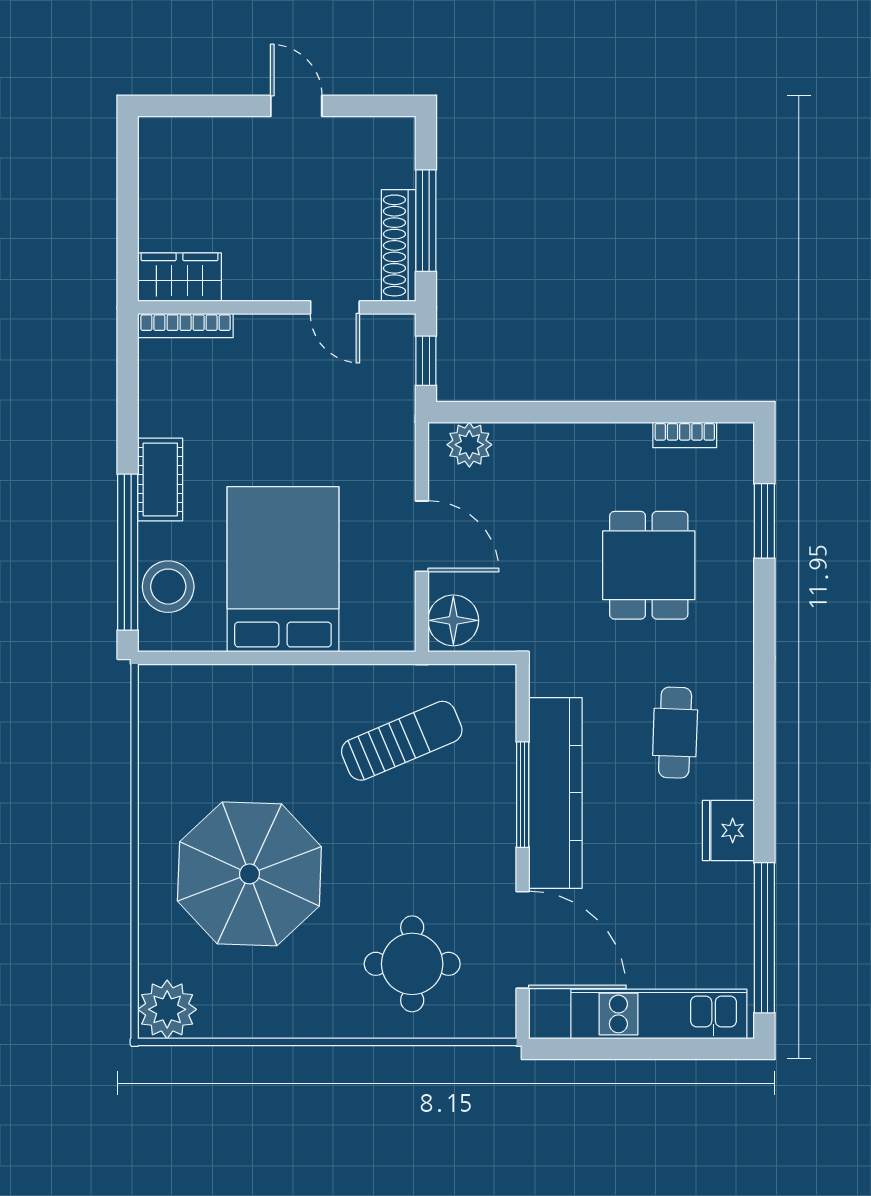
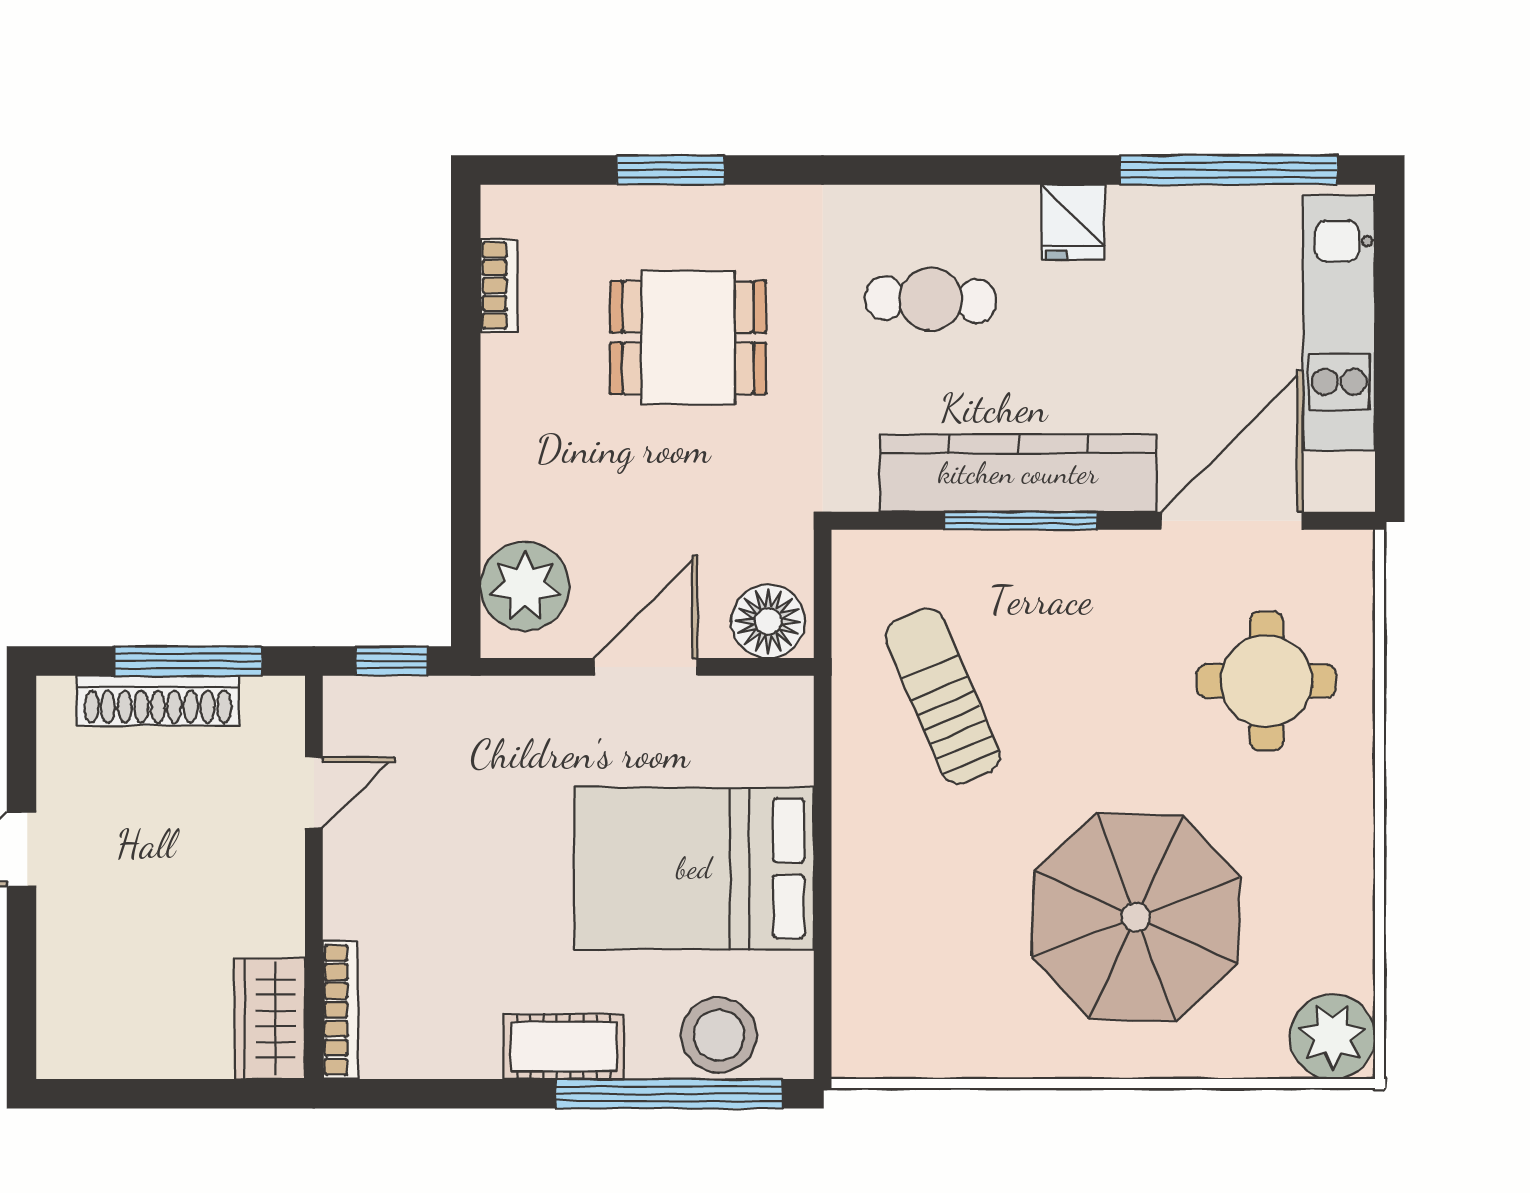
shoe rack: (399, 245) -> (158, 701), moved
plant: (469, 445) -> (525, 586), width x1.36, depth x1.36
window: (764, 521) -> (671, 170), moved
fridge: (728, 830) -> (1073, 222), width x0.72

